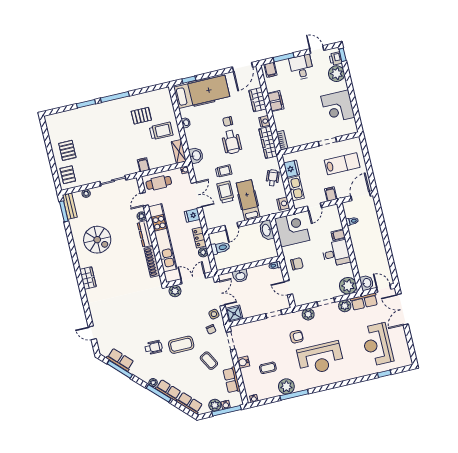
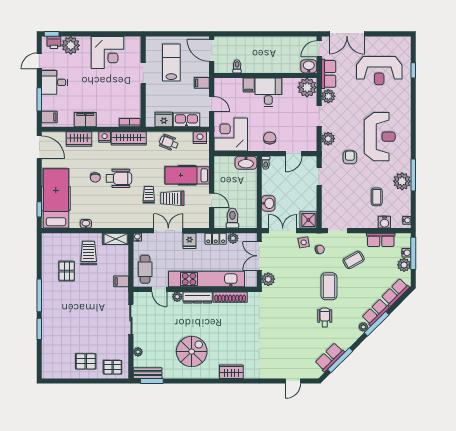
washbasin: (196, 155) -> (125, 221), removed
washbasin: (267, 230) -> (246, 163), moved
water cooler: (243, 362) -> (384, 222), moved

